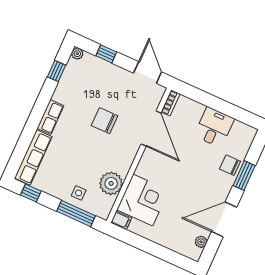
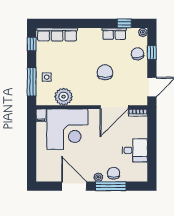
chair: (100, 72) -> (137, 54), added
row of seats: (50, 117) -> (114, 34), moved
window: (244, 176) -> (111, 186), width x1.44
corner desk: (143, 200) -> (67, 129), width x1.36, depth x1.36
plant: (201, 242) -> (98, 177), moved

